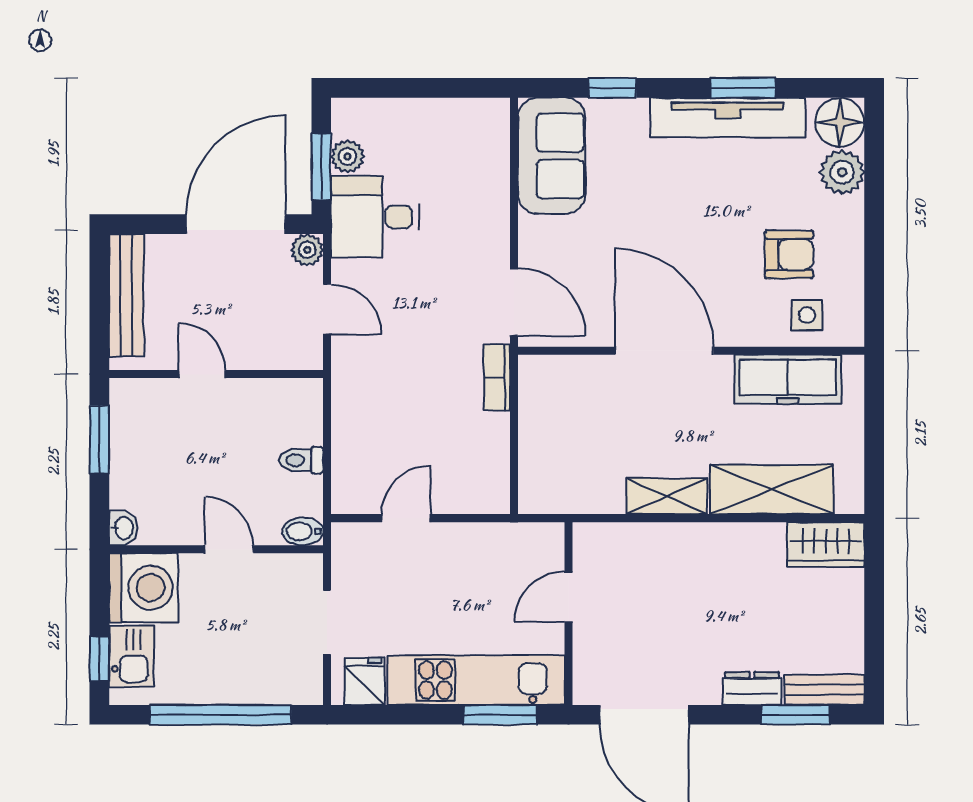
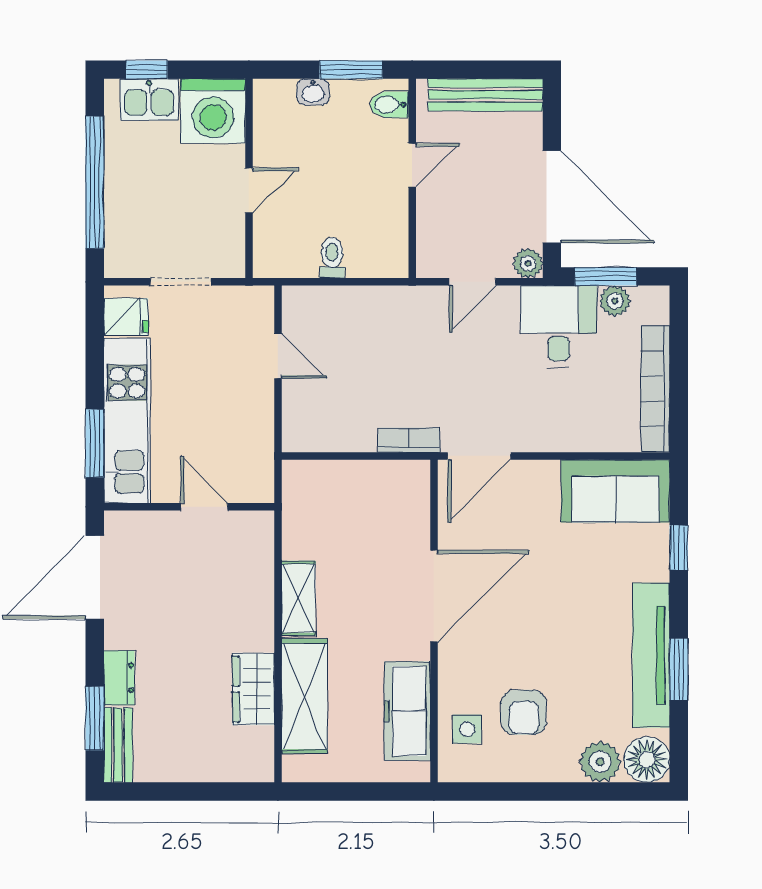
bookcase: (442, 113) -> (655, 389), added
washbasin: (123, 528) -> (313, 92), moved
bidet: (303, 531) -> (389, 105), moved, turned -90
wardrobe: (826, 544) -> (253, 689), moved

